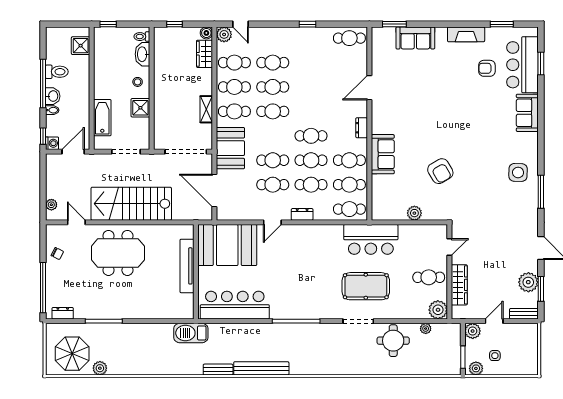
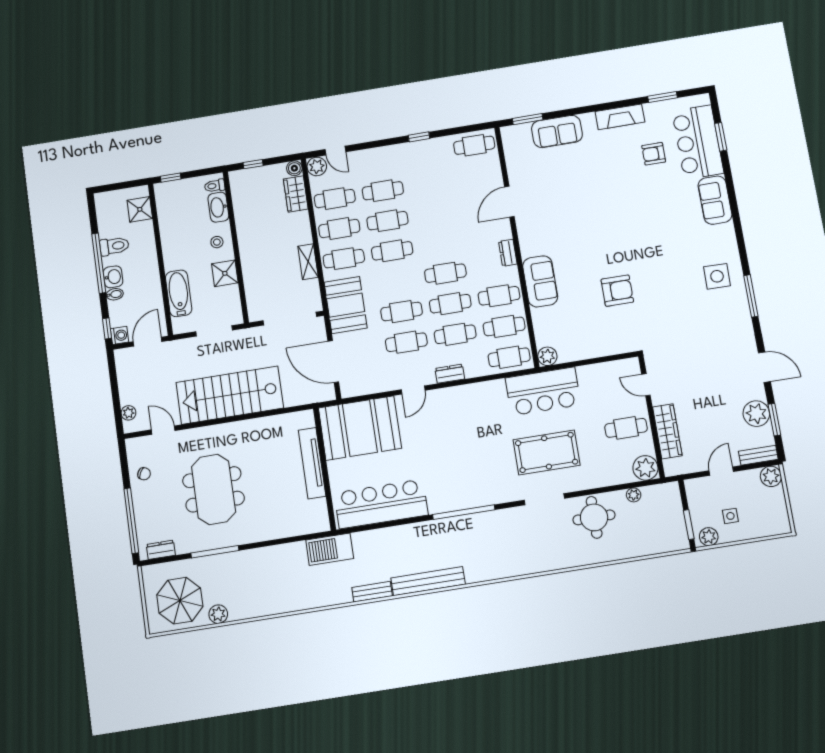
armchair: (440, 171) -> (617, 291), turned -60
plant: (414, 213) -> (547, 356), moved
door: (449, 247) -> (646, 385), swing flipped
meeting table: (118, 253) -> (213, 489), moved, turned 90
plant: (473, 331) -> (771, 476), moved

